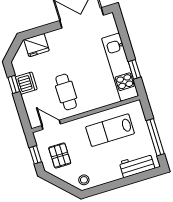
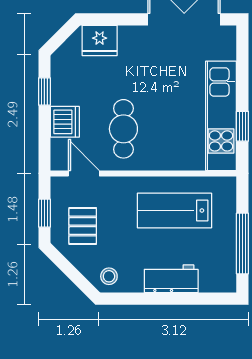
dishwasher: (26, 83) -> (65, 122), moved
workbench: (137, 165) -> (171, 279), moved

